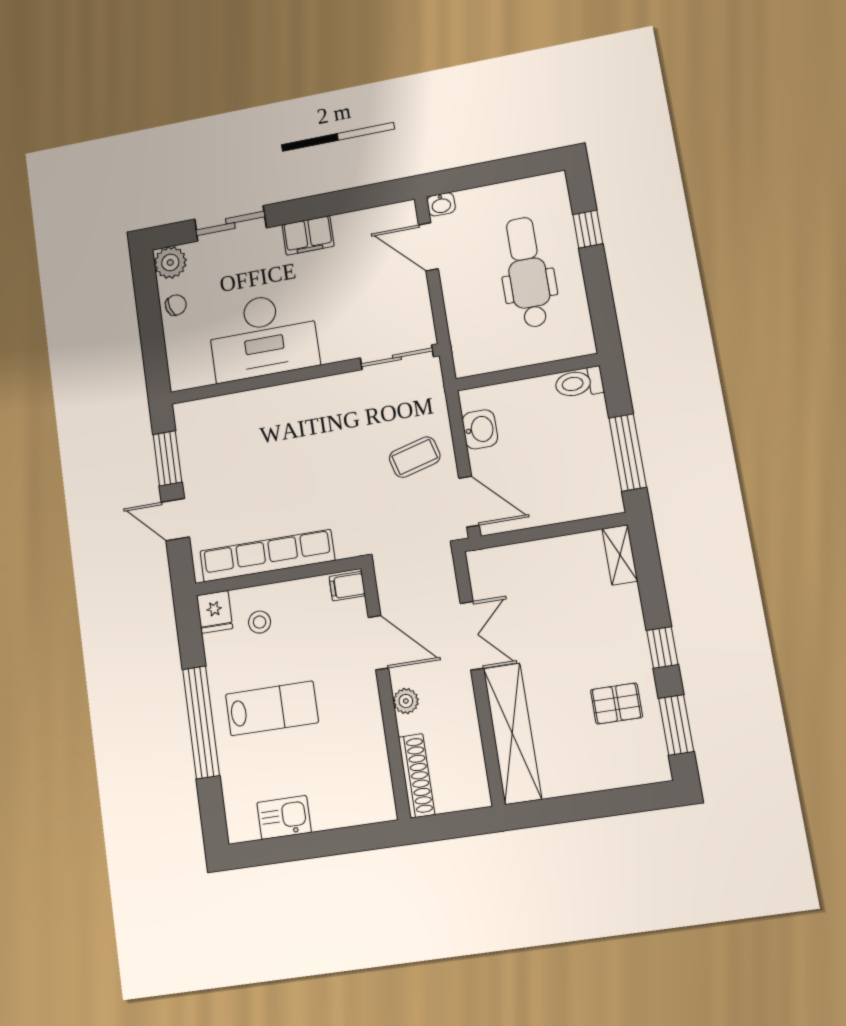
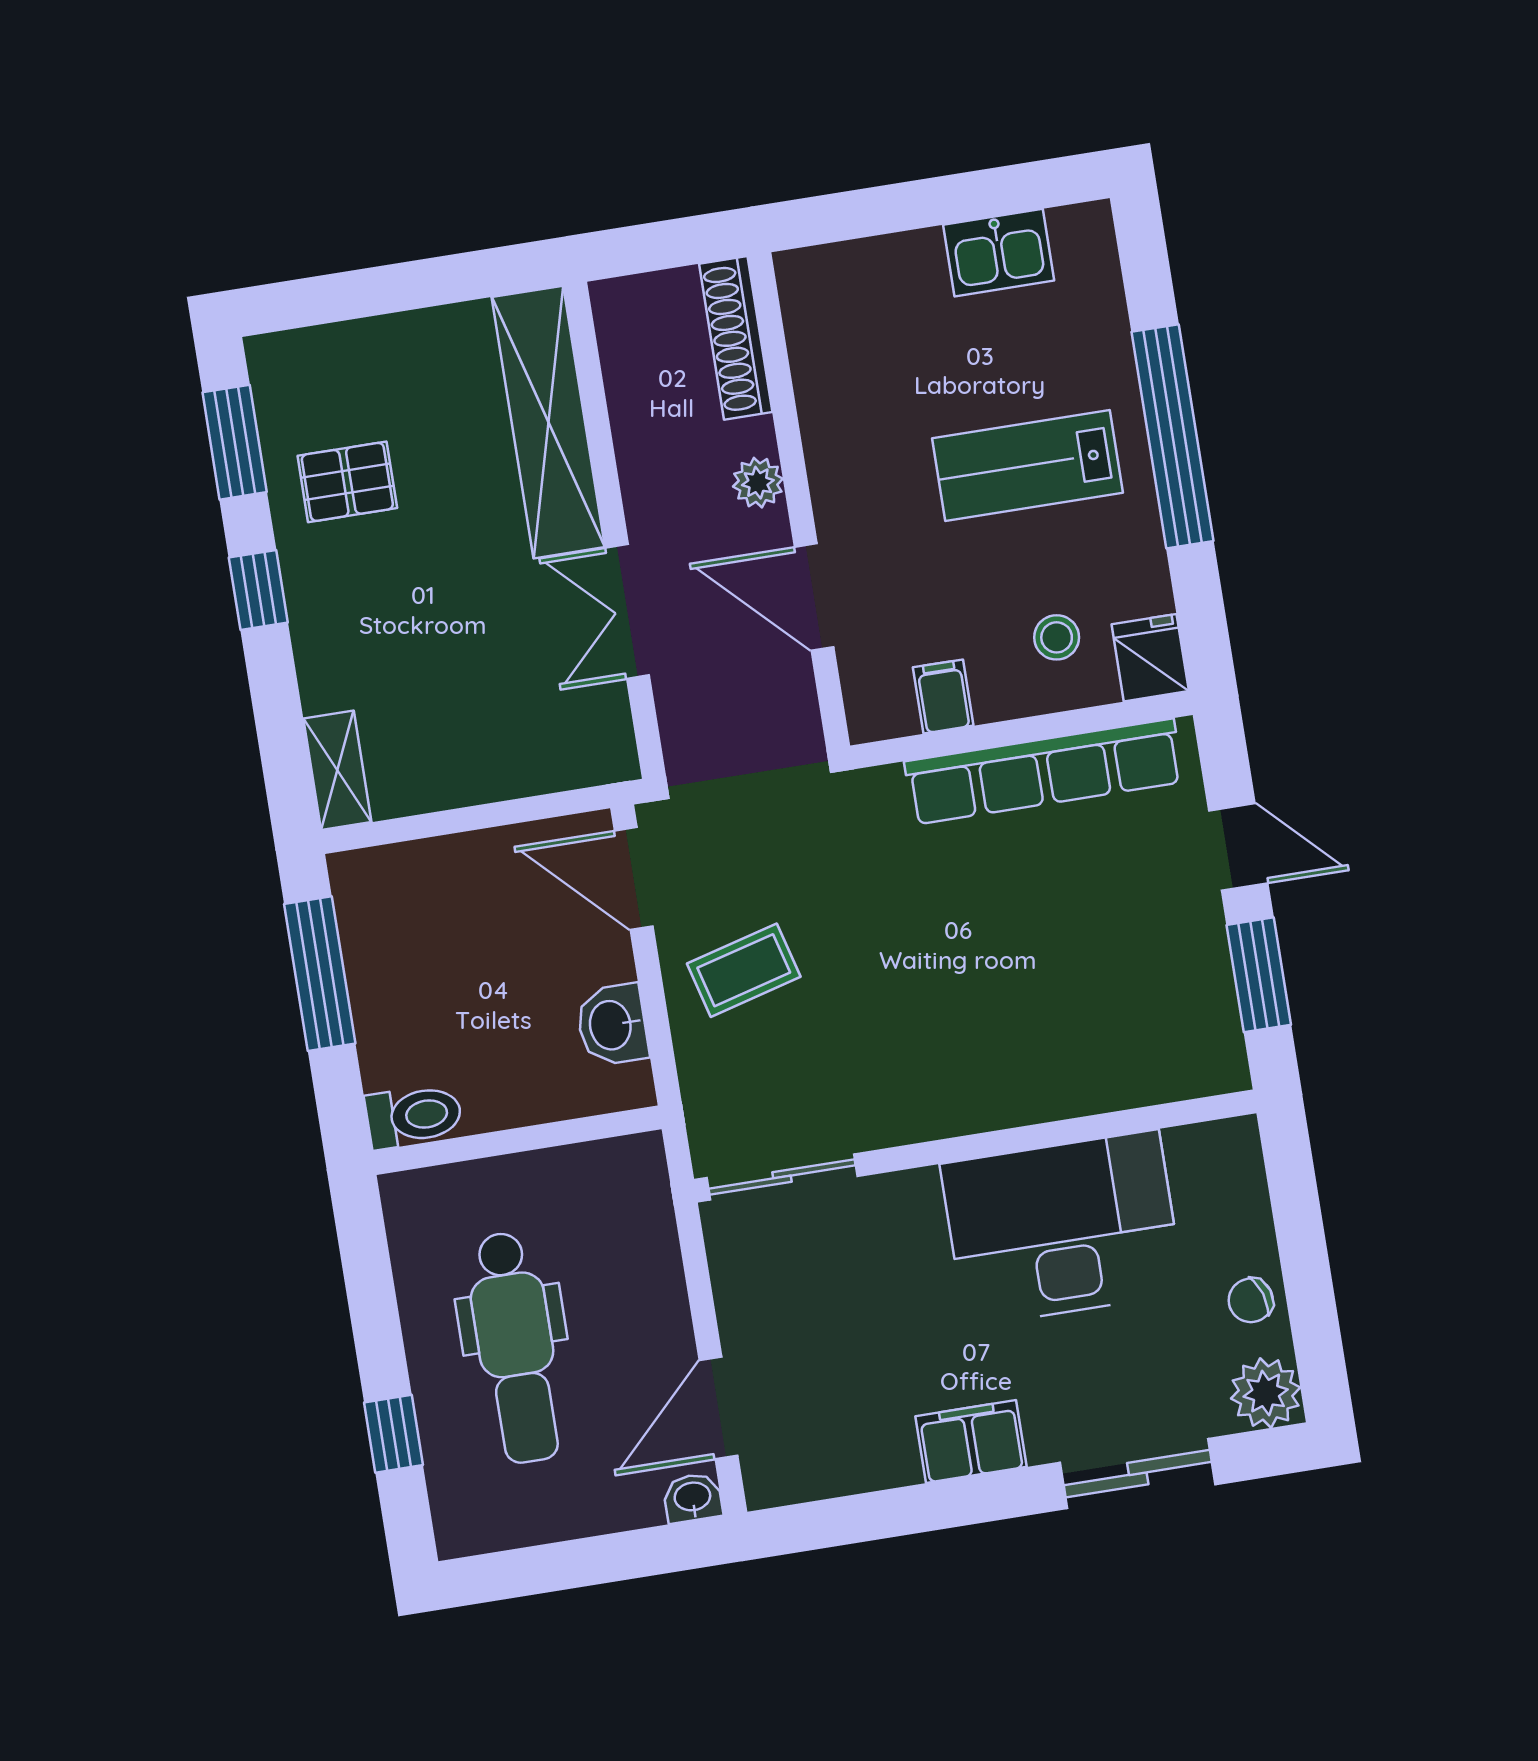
door: (428, 247) -> (718, 1408), swing flipped
filing cabinet: (347, 586) -> (943, 696), moved, turned -90

